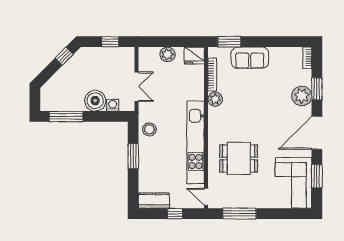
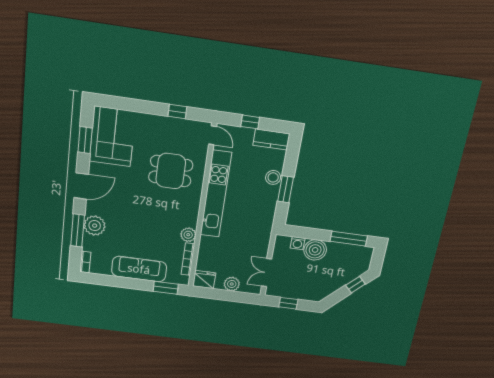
window: (64, 56) -> (355, 285), moved
sofa: (250, 58) -> (139, 269), width x1.36
double door: (137, 87) -> (267, 273), moved
window: (317, 89) -> (78, 230), width x1.44
stool: (149, 129) -> (273, 177), moved
door: (317, 133) -> (81, 186), width x0.73
window: (239, 214) -> (177, 112), width x0.46

